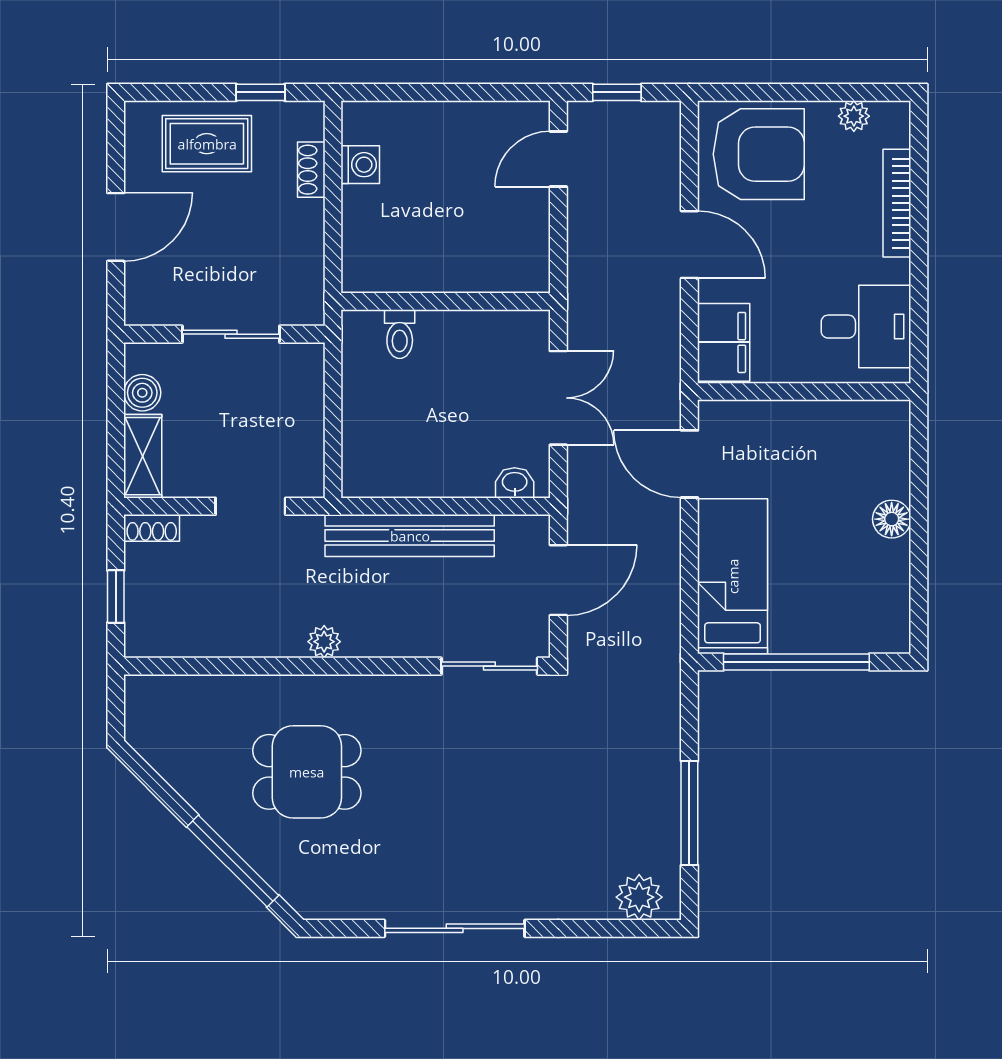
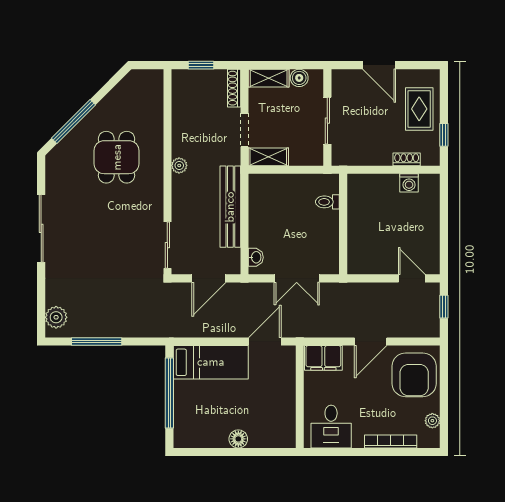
shelving: (306, 457) -> (268, 157), added
shoe rack: (152, 528) -> (234, 88), width x1.43
door: (558, 580) -> (209, 278), hinge flipped

